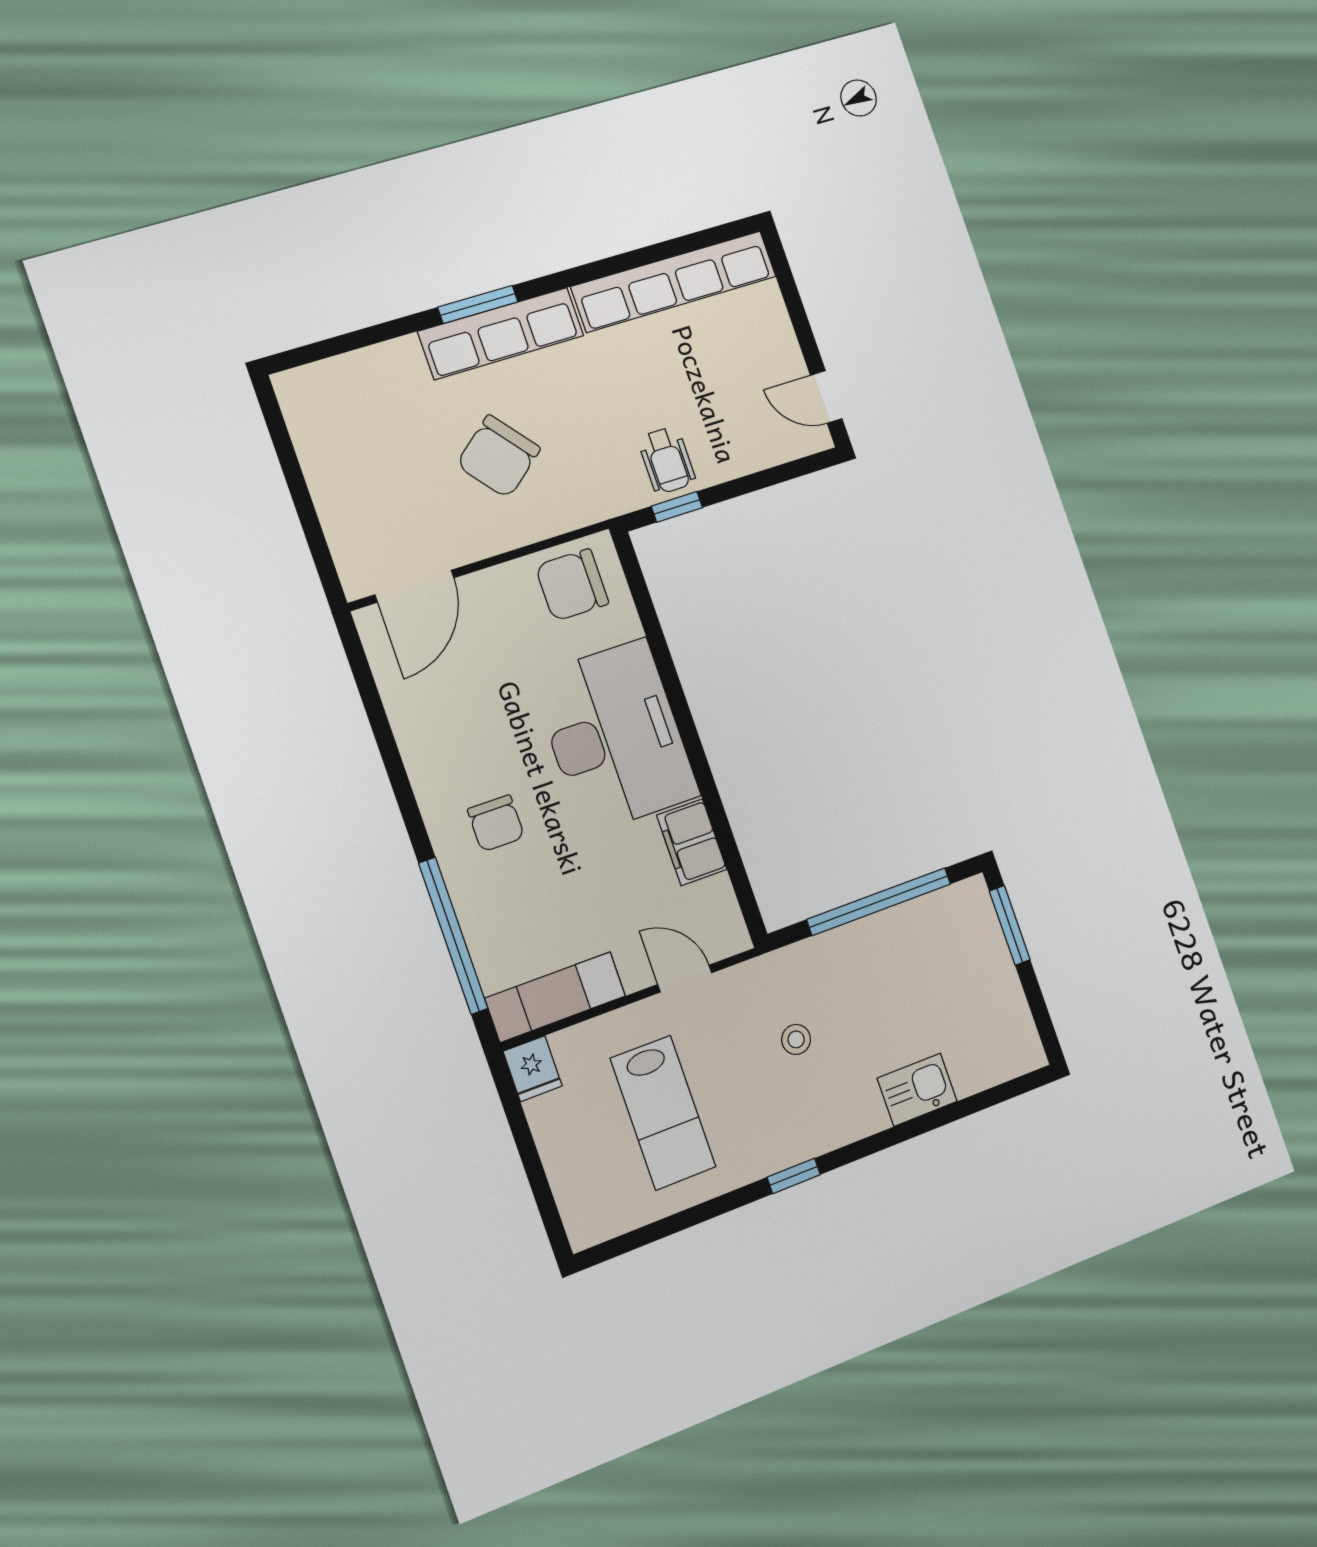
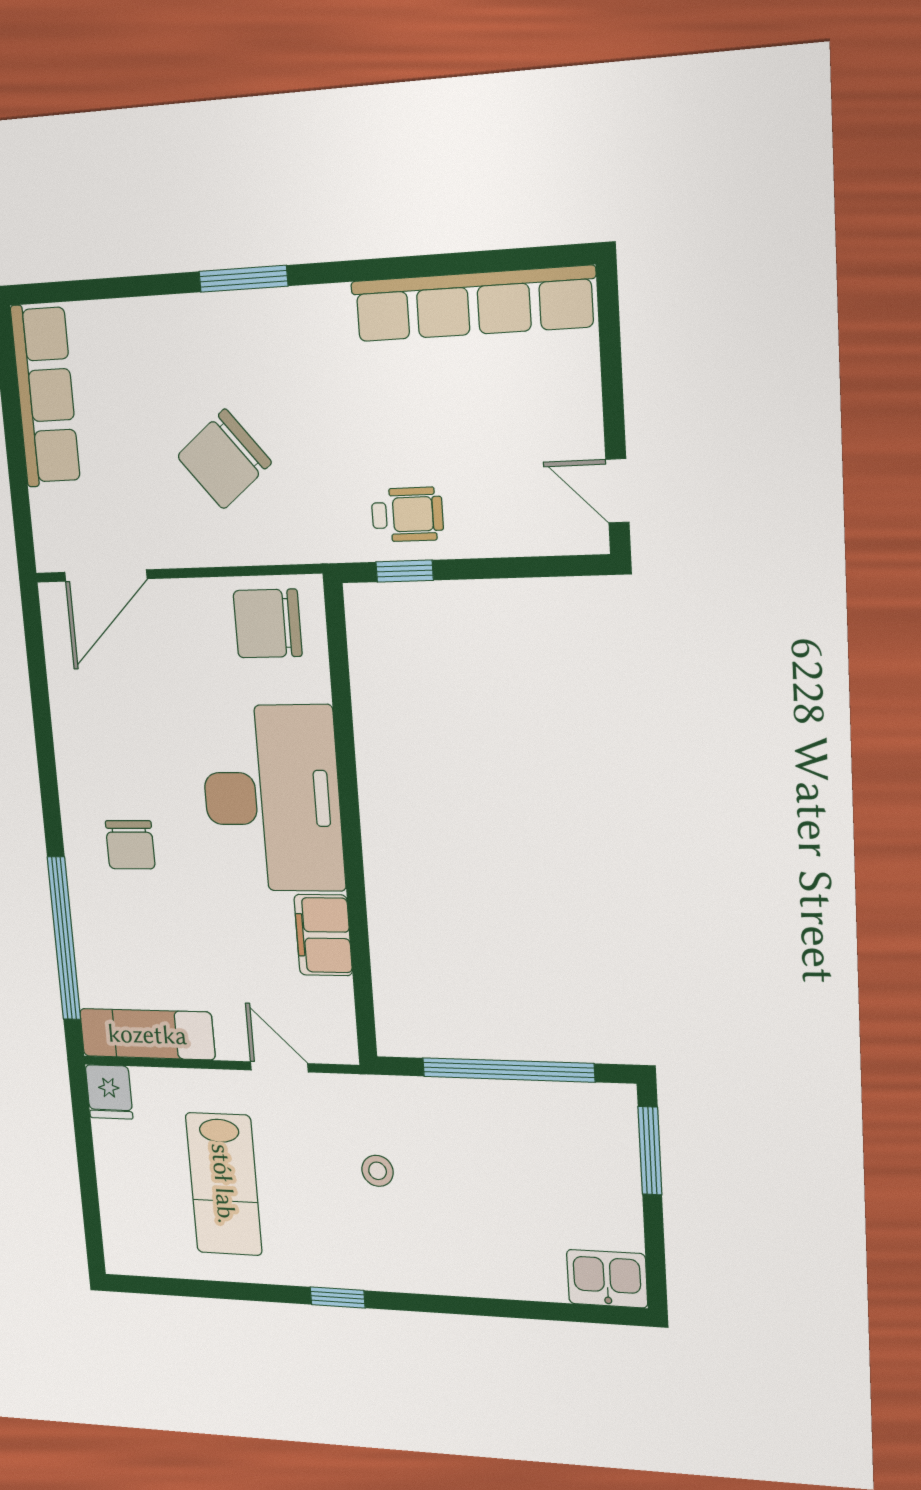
row of seats: (501, 334) -> (45, 395), moved, turned -90
wheelchair: (667, 460) -> (407, 514), turned -90
kitchen sink: (917, 1090) -> (607, 1279), moved

